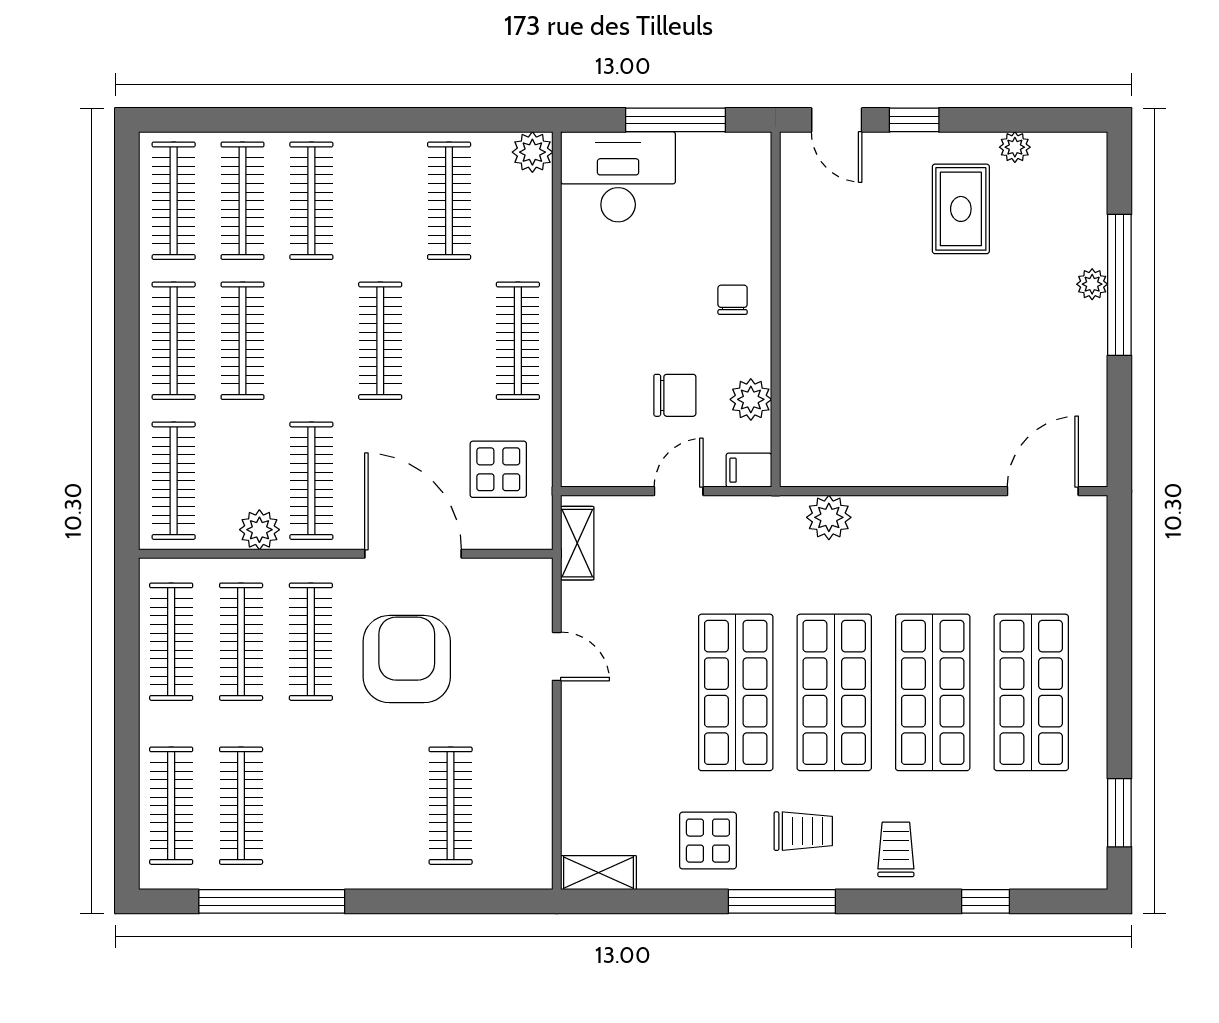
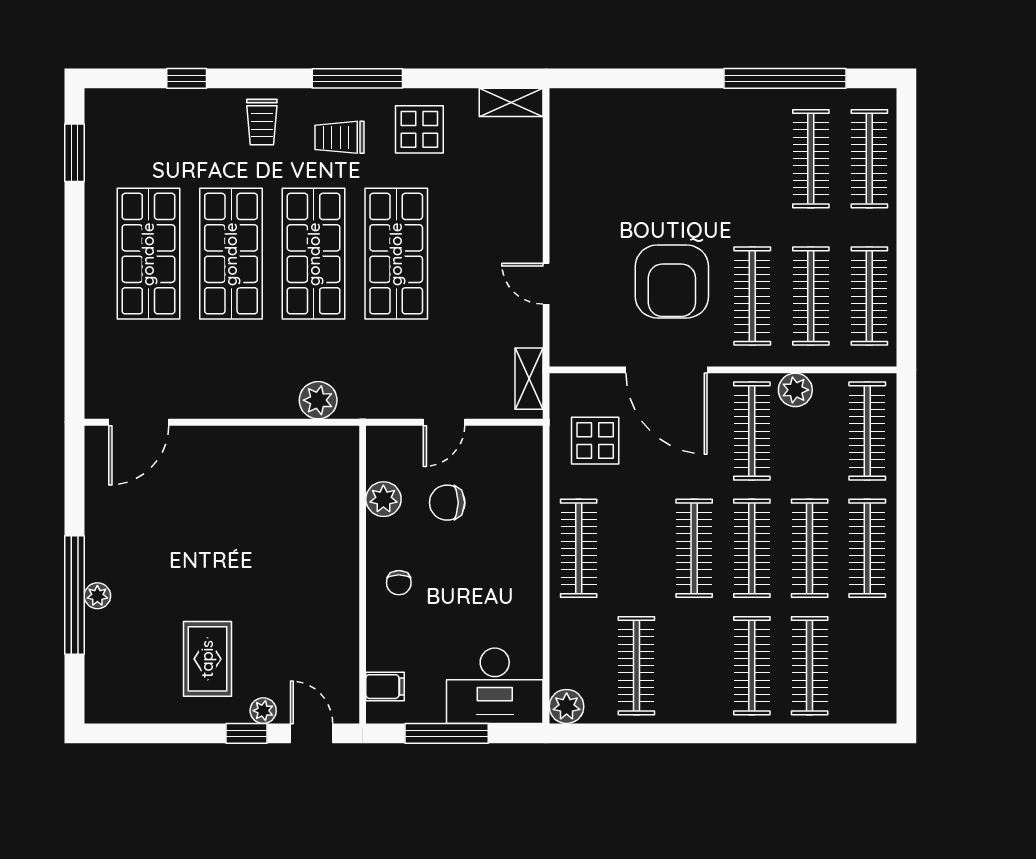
plant: (1015, 147) -> (263, 711), moved
clothes rail: (174, 201) -> (752, 548), moved
filing cabinet: (749, 470) -> (385, 687), moved
clothes rail: (451, 806) -> (635, 159), removed

